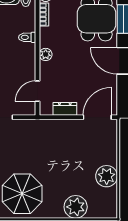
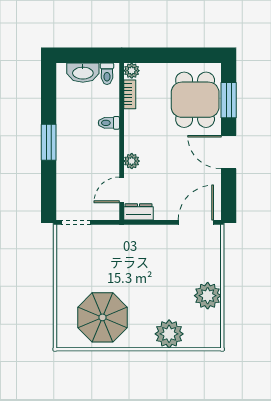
plant: (46, 54) -> (132, 161), moved
dresser: (65, 109) -> (139, 212), moved

